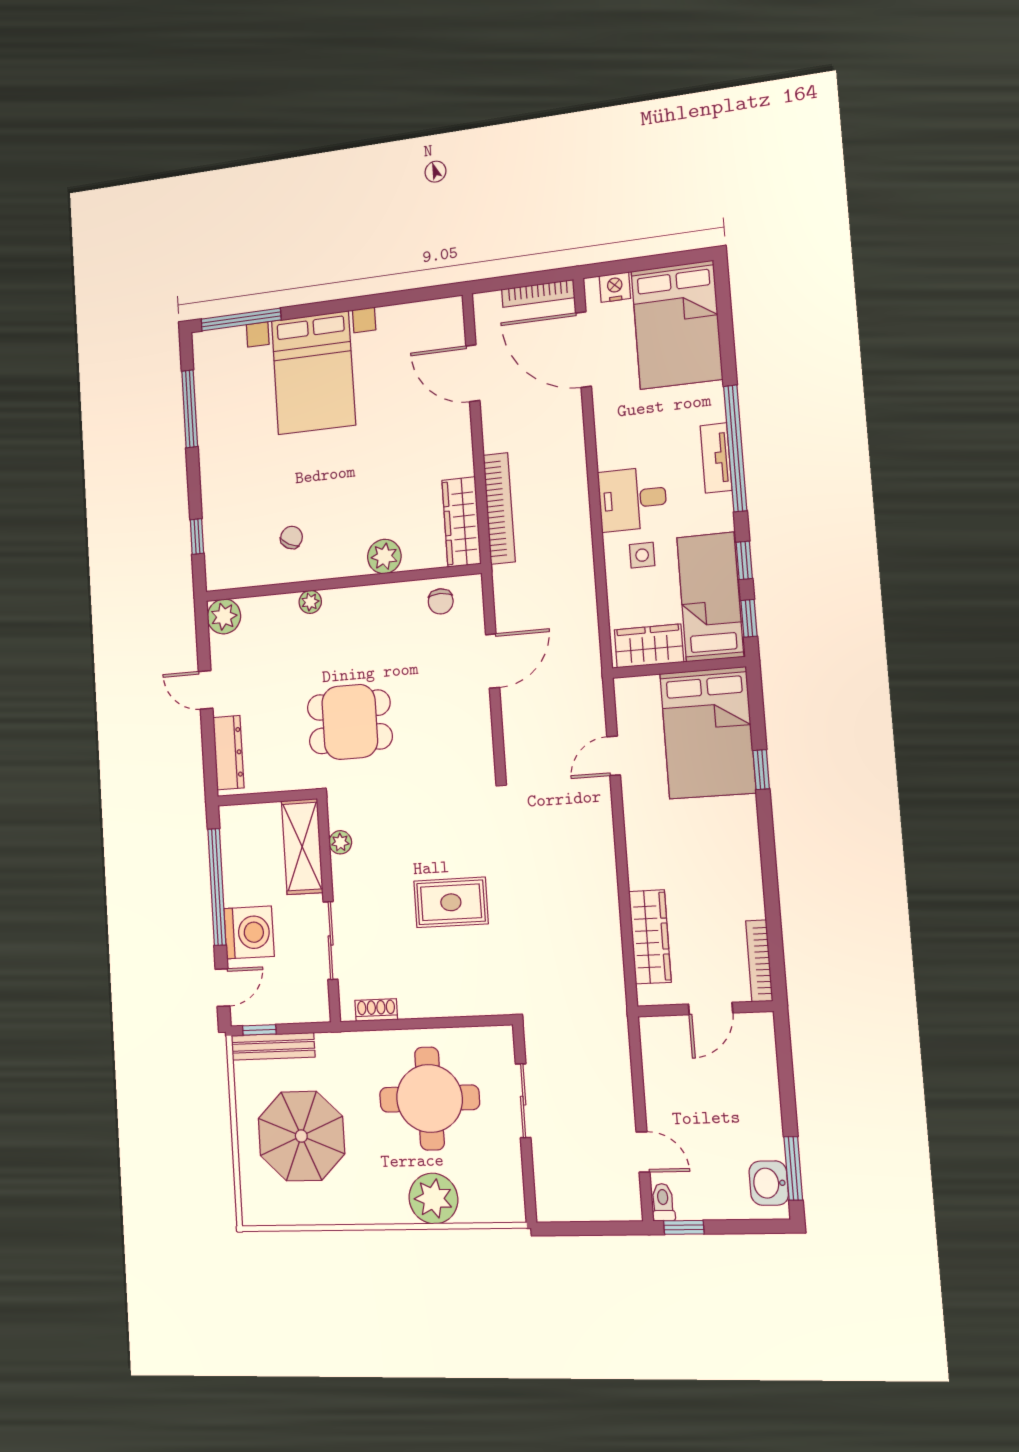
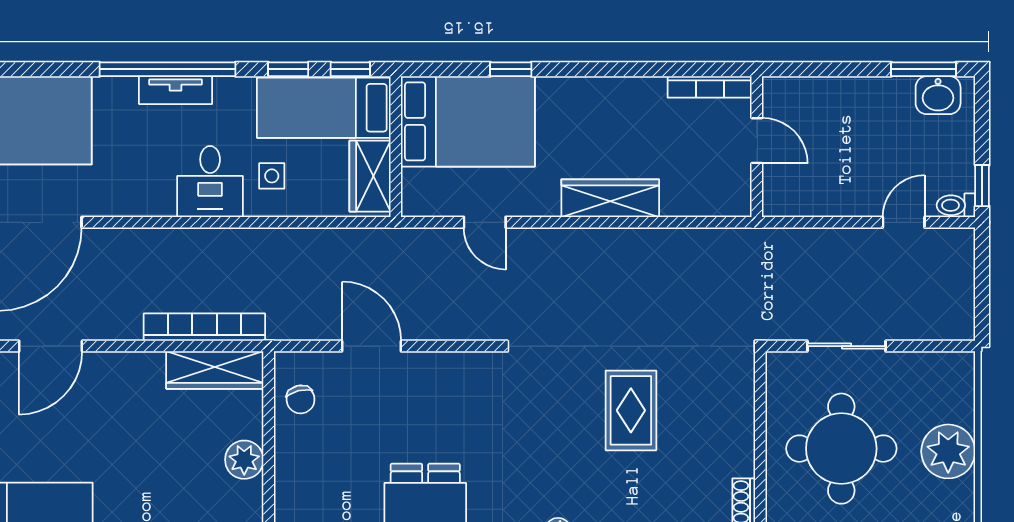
chair: (441, 601) -> (301, 399), turned 76
wardrobe: (650, 937) -> (610, 198), moved

